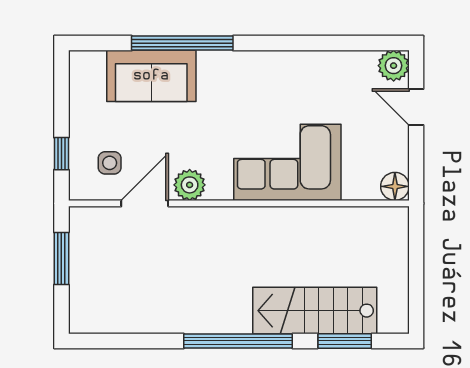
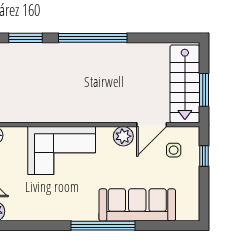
window: (182, 43) -> (103, 226), moved
sofa: (151, 76) -> (137, 205), width x1.36
stairs: (315, 311) -> (185, 84), moved, turned 90

